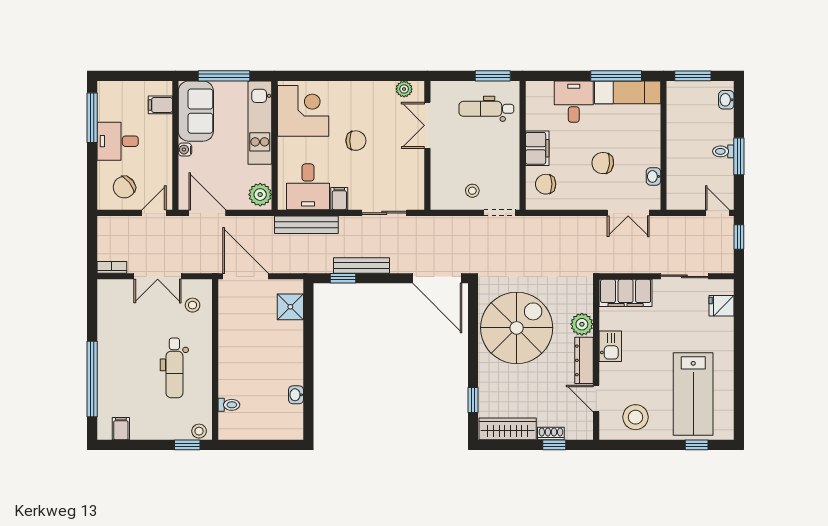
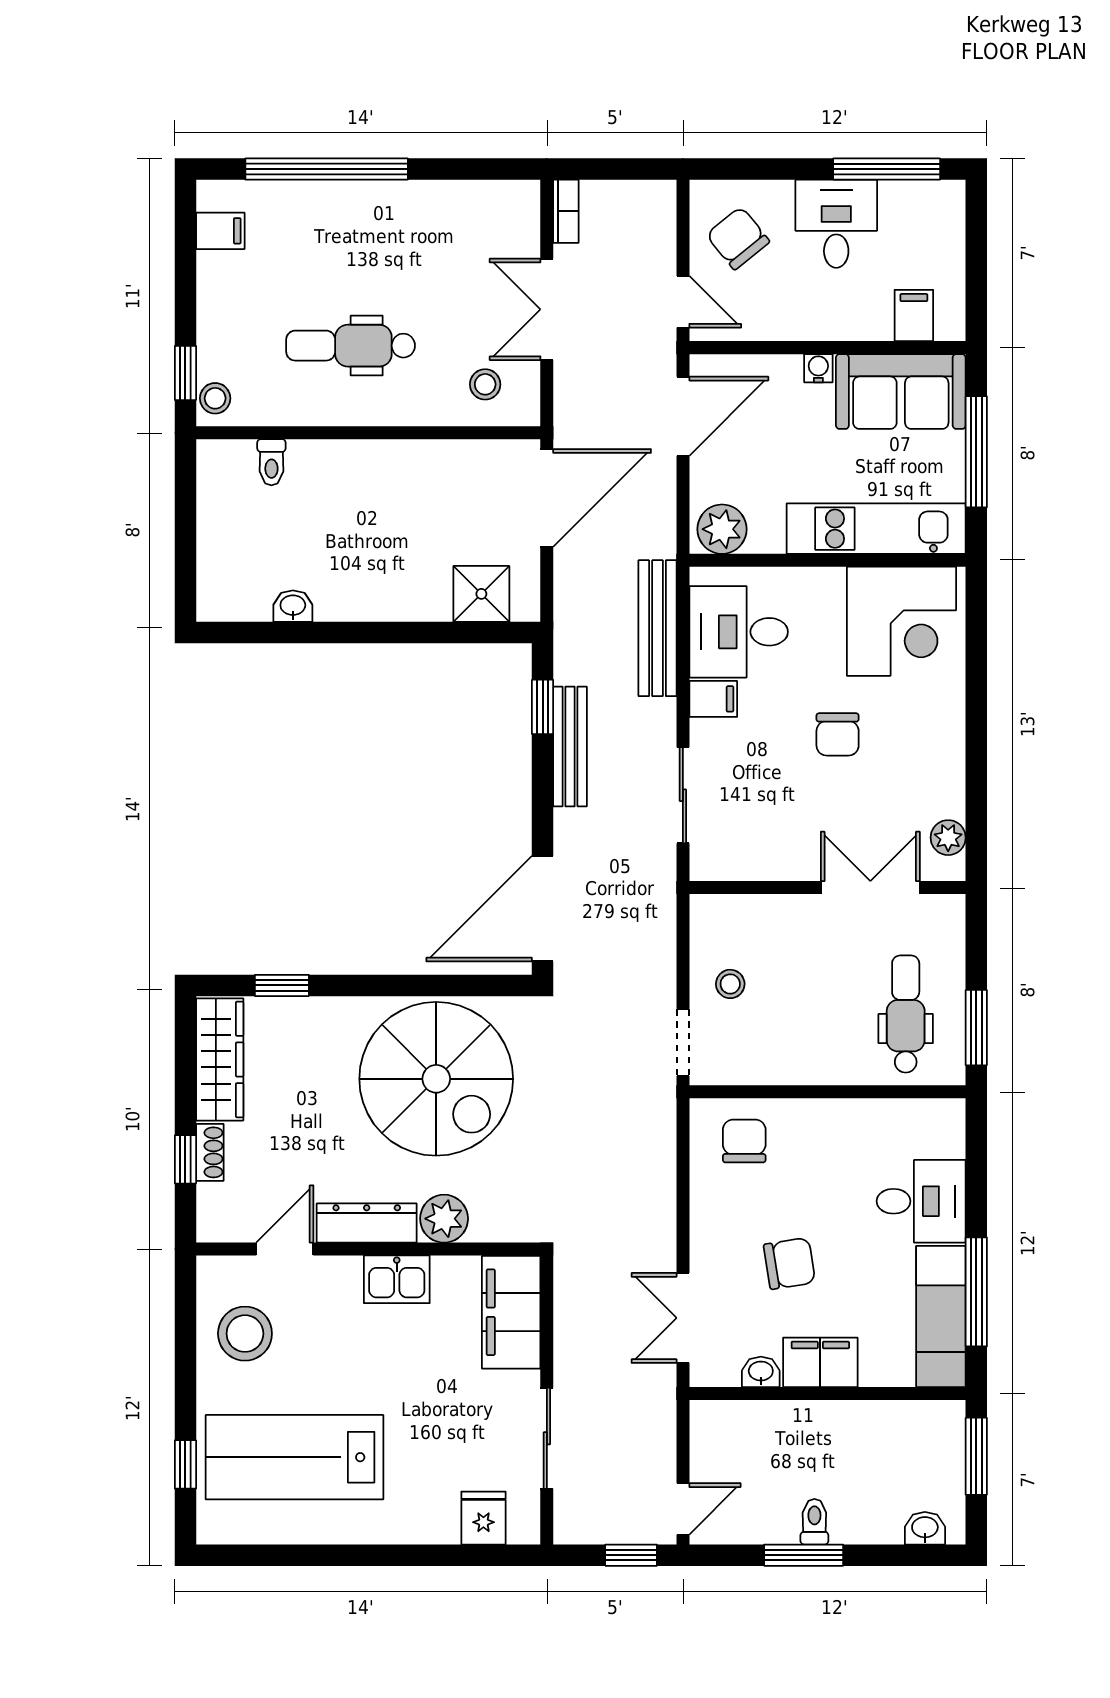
filing cabinet: (537, 148) -> (820, 1362), moved, turned 180
chair: (603, 163) -> (789, 1263), turned 75

